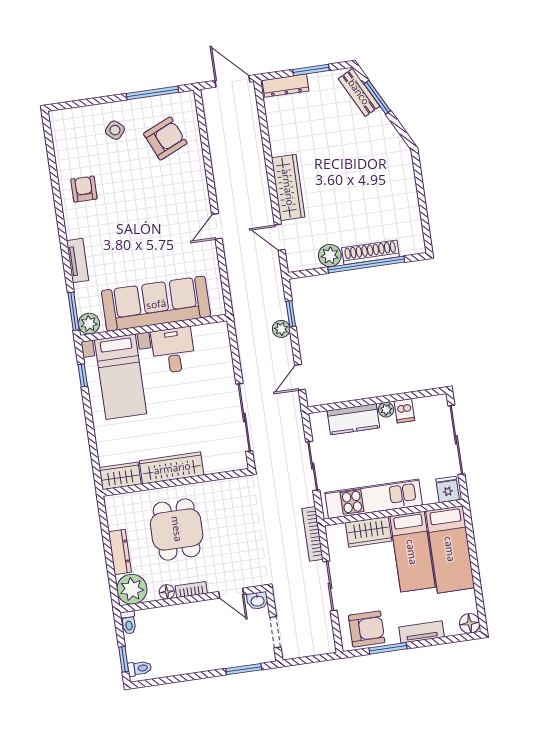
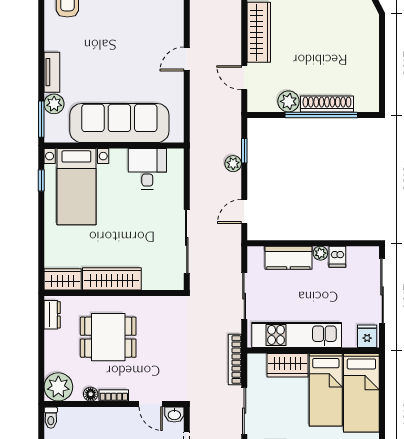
plant: (89, 324) -> (54, 104), moved
desk: (173, 350) -> (147, 169), moved
dining table: (177, 529) -> (108, 337), turned 90
dresser: (120, 552) -> (52, 315), moved, width x0.70

